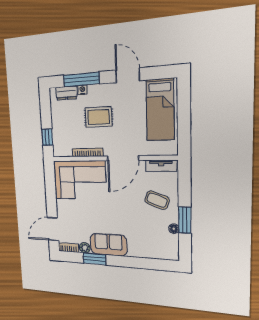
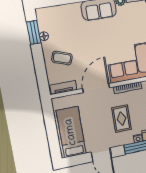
rug: (99, 117) -> (121, 119), turned 90
window: (185, 220) -> (34, 33), moved

